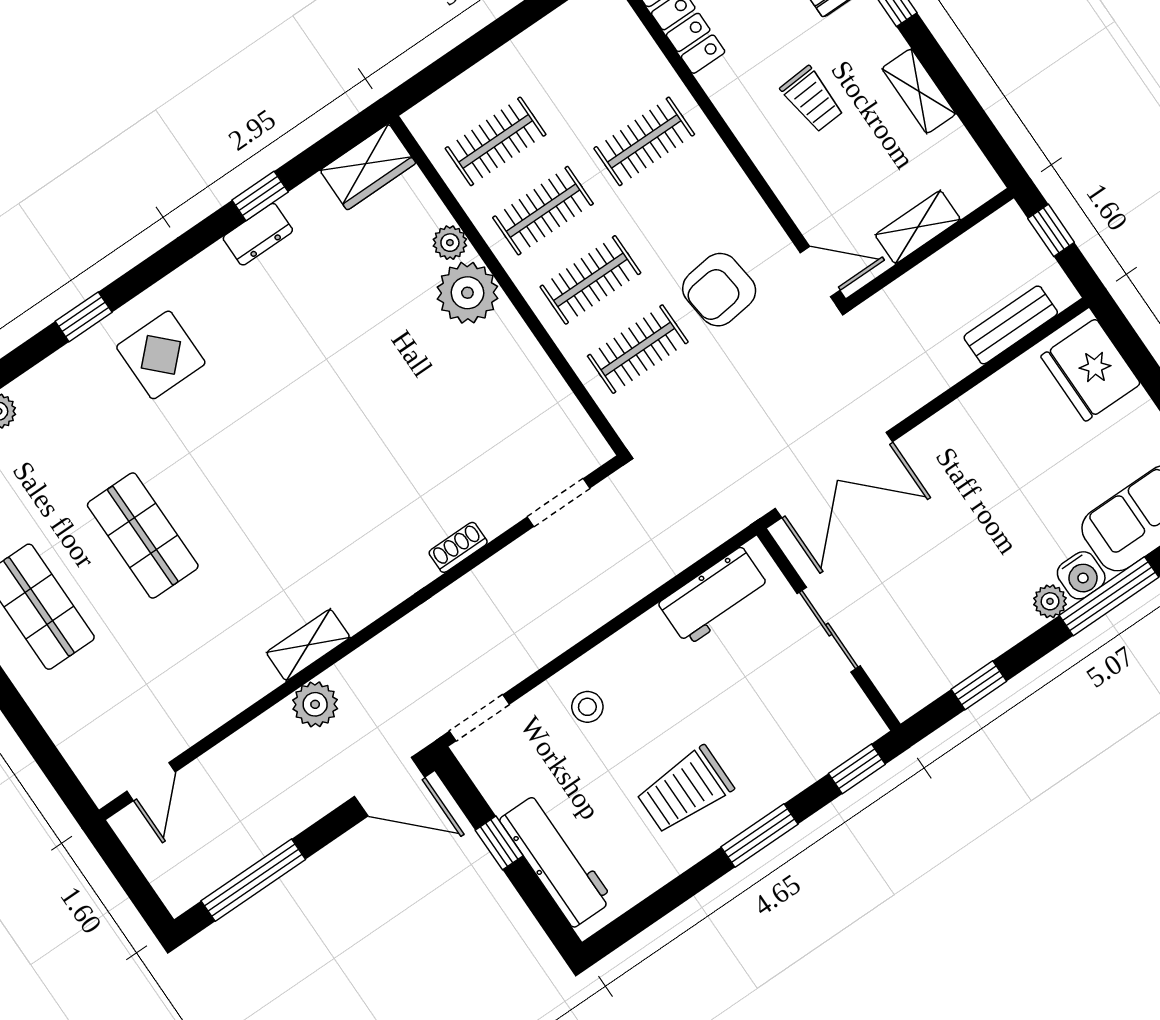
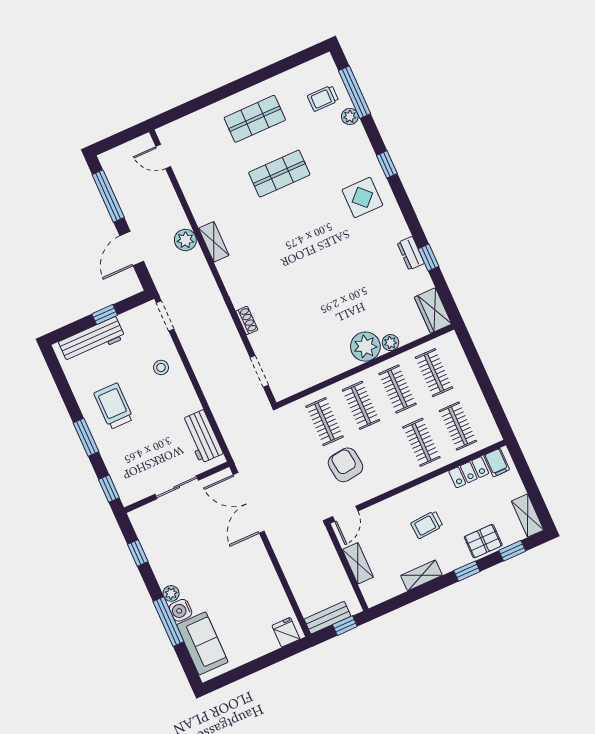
clothes rail: (597, 72) -> (458, 426), added
bench: (1011, 325) -> (327, 618), moved, turned 90
fridge: (1091, 370) -> (286, 632), width x0.53, depth x0.75
door: (390, 787) -> (132, 249), moved

